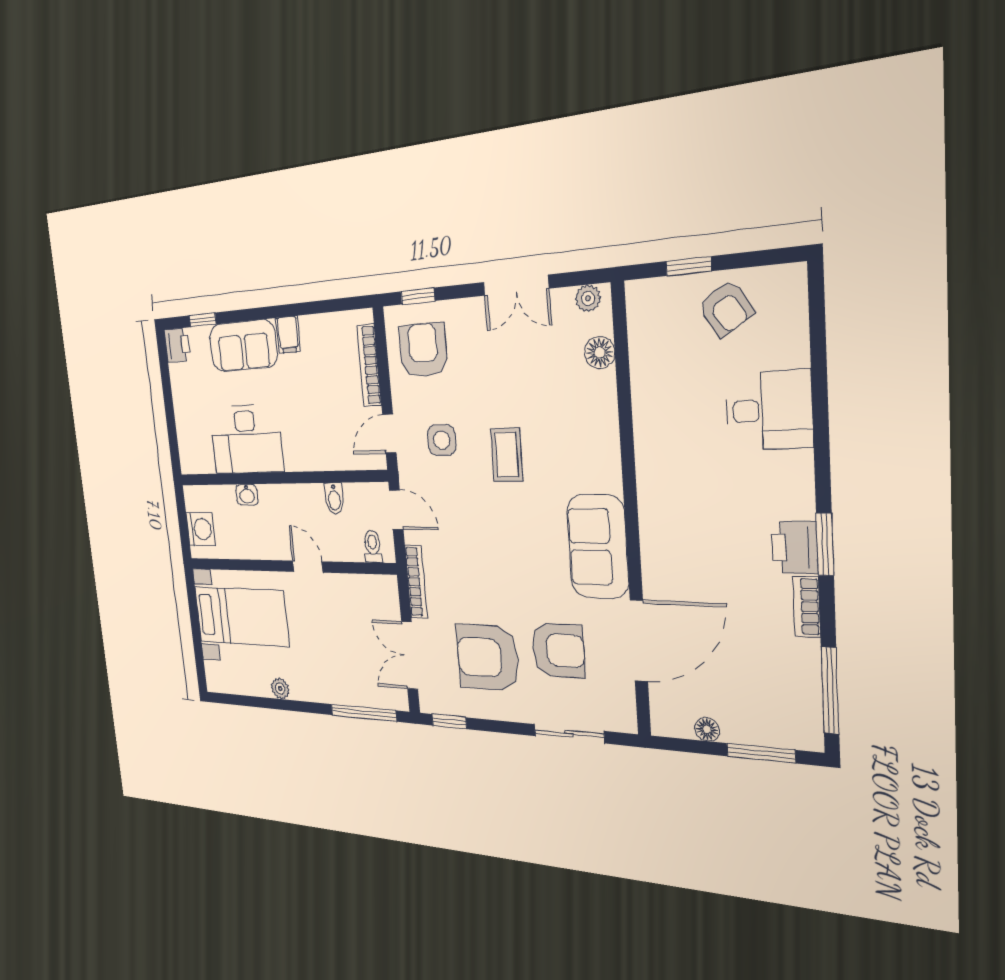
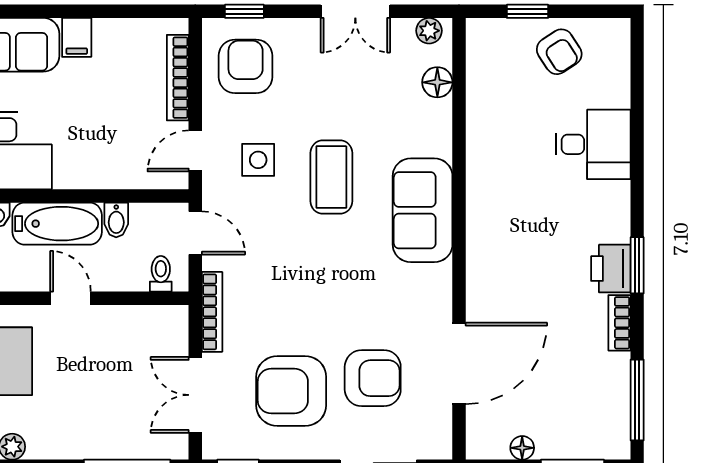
coffee table: (507, 455) -> (331, 177), width x1.36, depth x1.30
bathtub: (291, 502) -> (57, 224), added
sofa: (598, 547) -> (423, 210), moved

